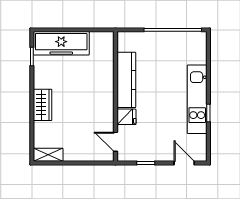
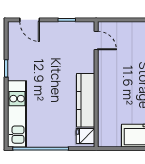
kitchen unit: (197, 99) -> (17, 114), moved
fridge: (126, 117) -> (85, 136), moved

